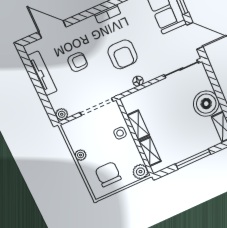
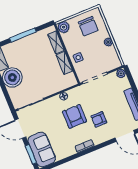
armchair: (78, 62) -> (99, 119), moved

